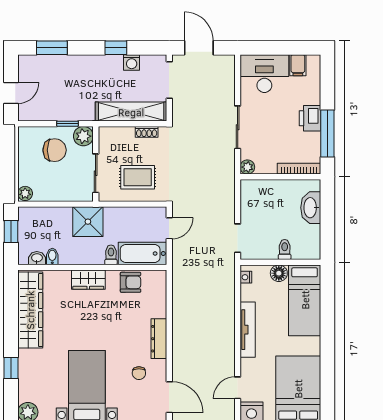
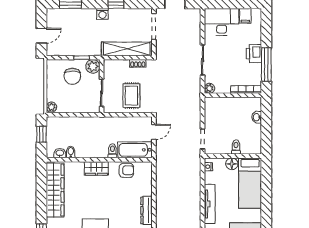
washing machine: (132, 62) -> (102, 14), moved
chair: (55, 150) -> (72, 76), turned 90
rug: (138, 177) -> (131, 96), turned 90
washbasin: (311, 208) -> (257, 117), width x0.52, depth x0.69
shower: (88, 222) -> (96, 127), removed

